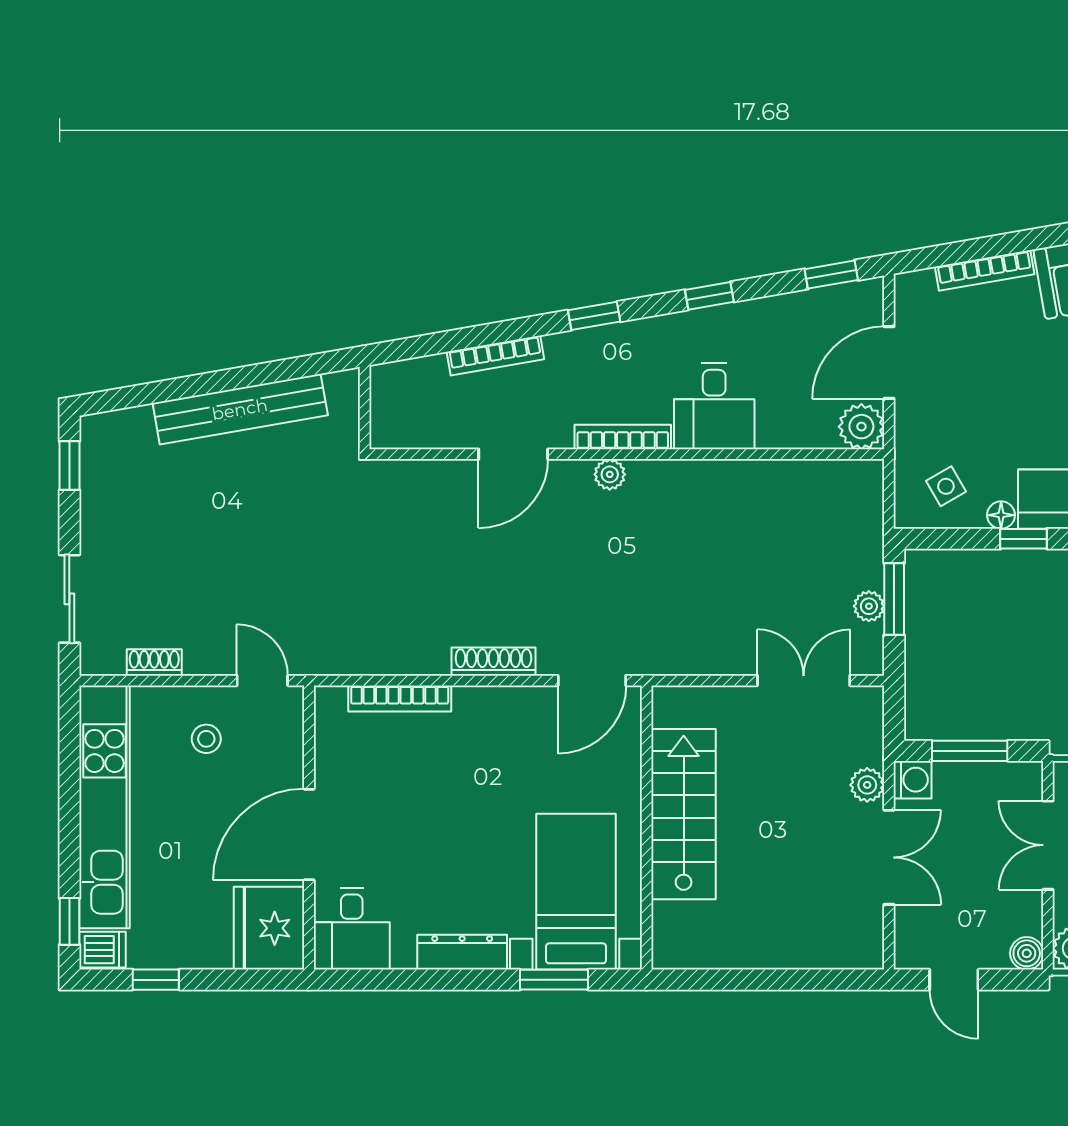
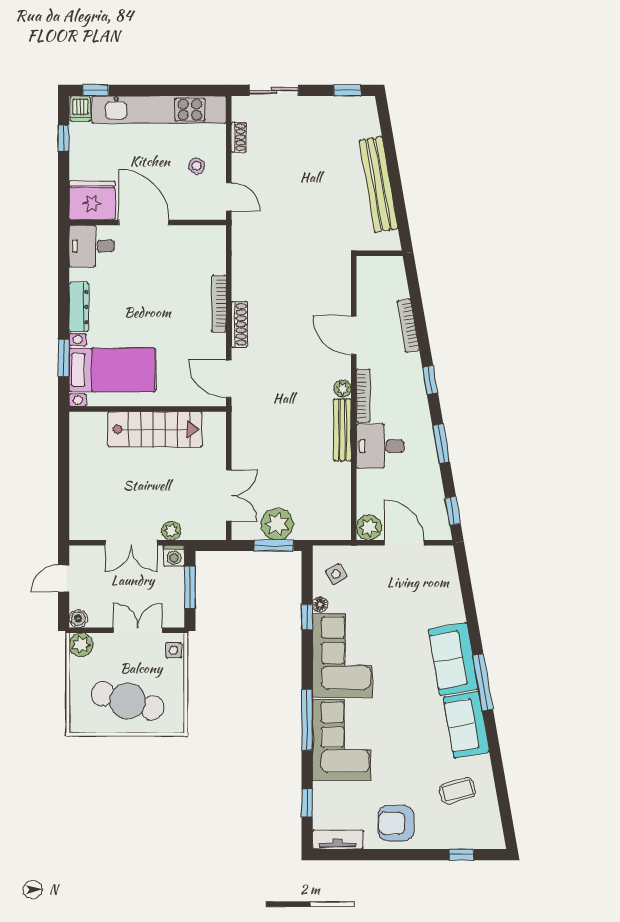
bookcase: (985, 270) -> (455, 595), removed
window: (709, 296) -> (441, 444), width x1.50
bench: (685, 475) -> (342, 430), added
plant: (869, 606) -> (277, 524), width x1.87, depth x1.87
door: (262, 681) -> (229, 197), hinge flipped
bookcase: (400, 698) -> (219, 304), moved

